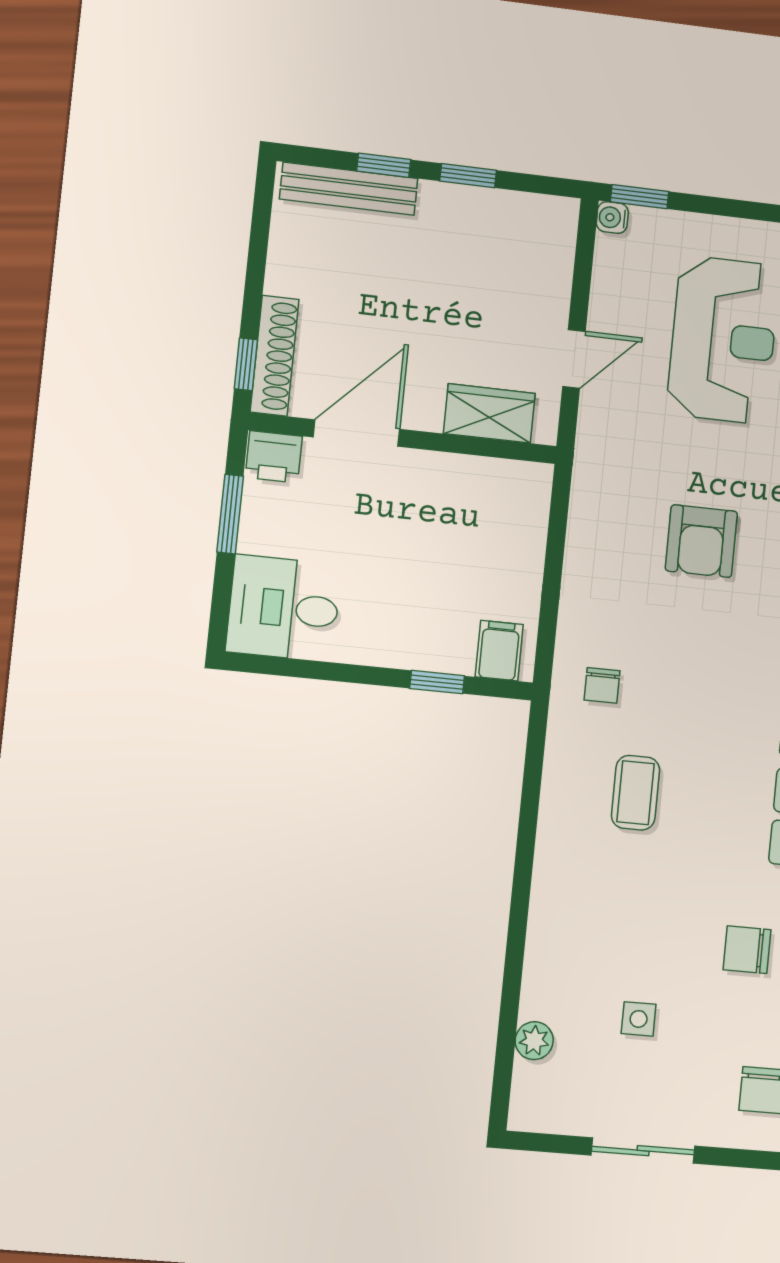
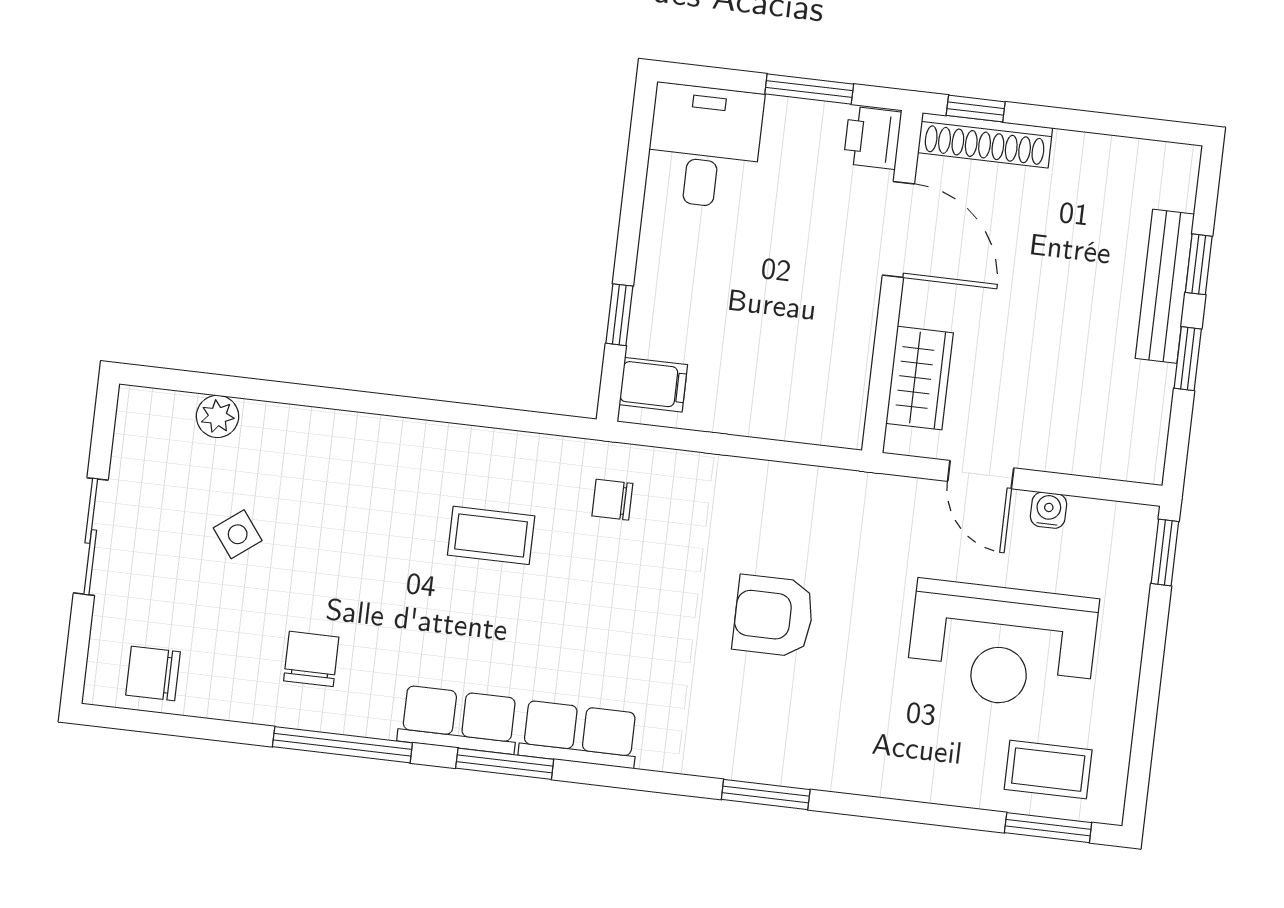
bench: (349, 189) -> (1165, 286), moved
water cooler: (612, 218) -> (1048, 510), moved
side table: (639, 1019) -> (238, 534), turned -37

